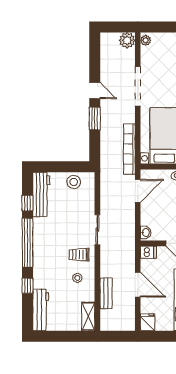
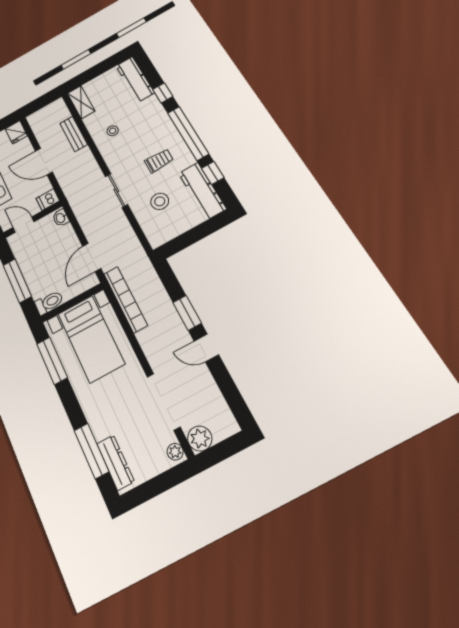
doorway: (138, 86) -> (163, 402), moved
stool: (74, 182) -> (160, 201), moved
trolley: (79, 255) -> (159, 161), moved

